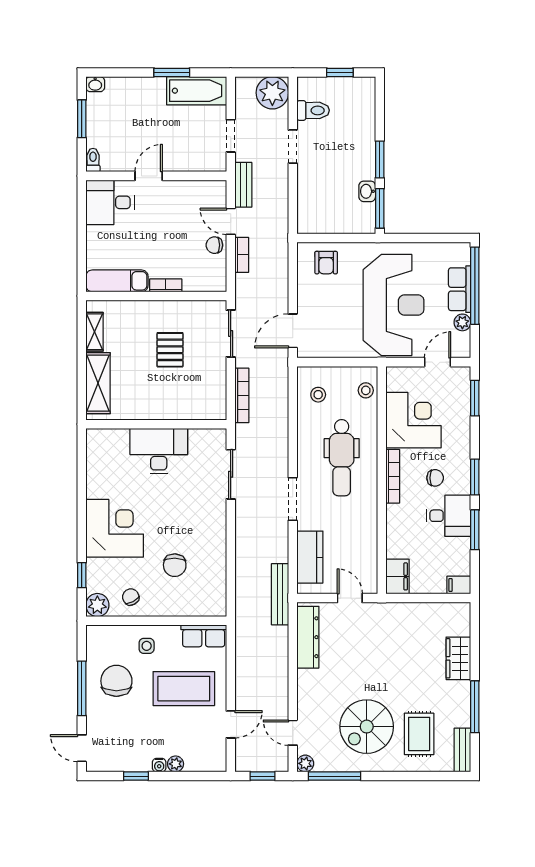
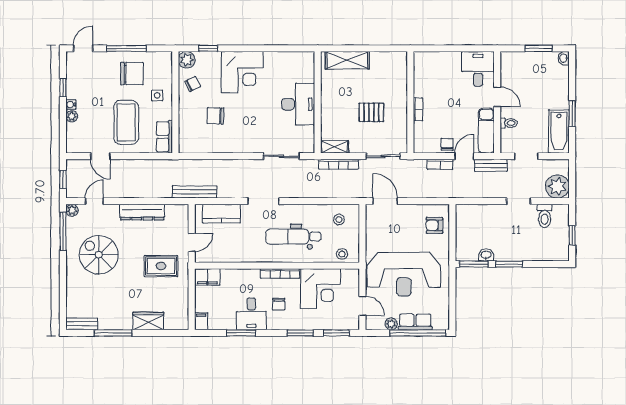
toilet: (93, 160) -> (509, 123), moved
exam couch: (117, 281) -> (486, 131), moved, turned 180
shelving: (94, 332) -> (335, 147), moved
window: (475, 477) -> (300, 333), moved
dresser: (308, 637) -> (142, 212), moved
rug: (419, 734) -> (161, 266), moved

